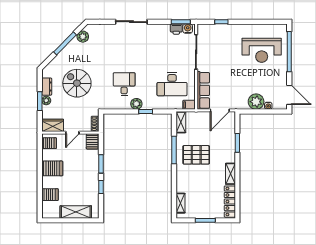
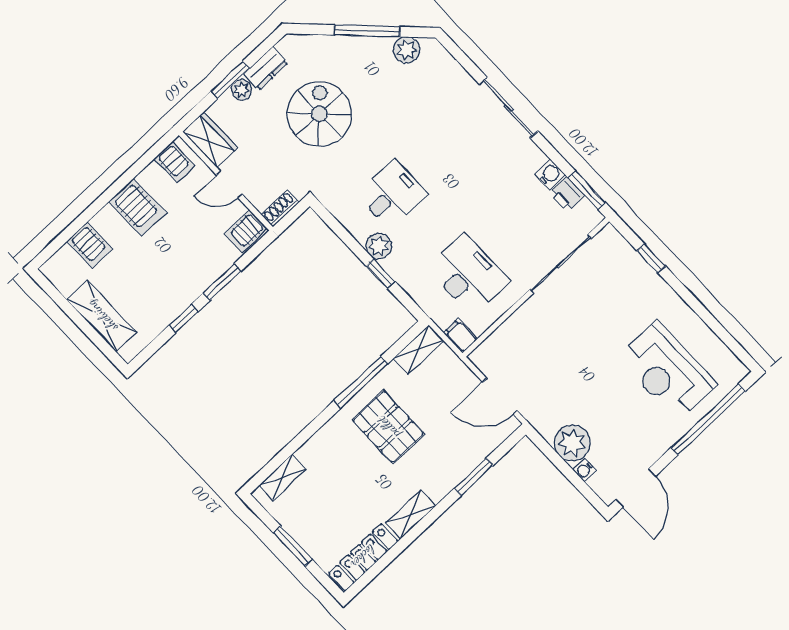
water cooler: (188, 29) -> (550, 174), moved
desk: (172, 84) -> (468, 275), turned 180
row of seats: (203, 90) -> (507, 337), removed

